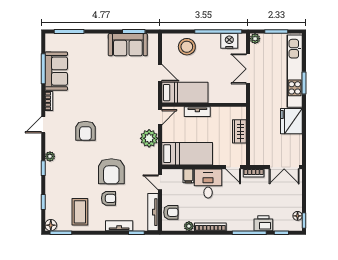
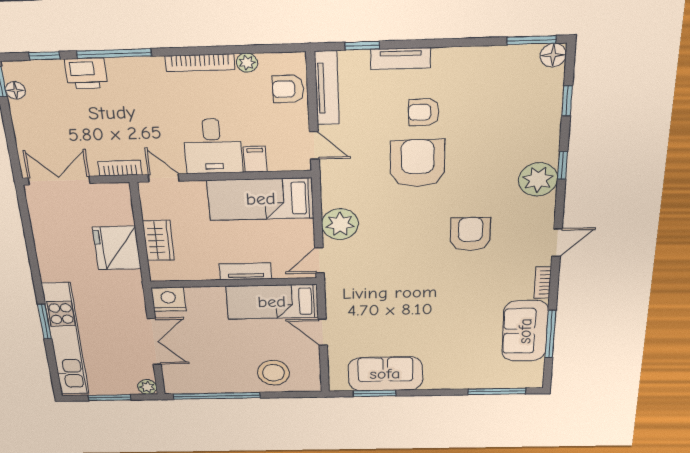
nightstand: (229, 41) -> (169, 299), moved, turned 180
fridge: (291, 121) -> (117, 248), moved, turned 180
plant: (50, 156) -> (538, 179), width x1.87, depth x1.87
coffee table: (80, 212) -> (487, 84), removed

